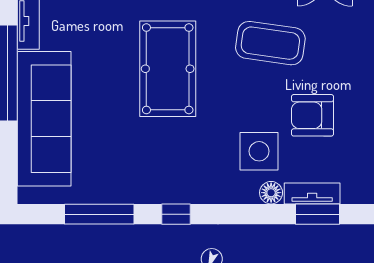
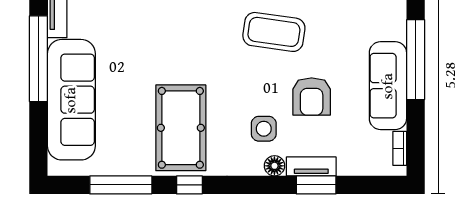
pool table: (168, 69) -> (181, 128), moved
armchair: (312, 115) -> (312, 97), turned -90
side table: (259, 151) -> (264, 129), width x0.73, depth x0.73

